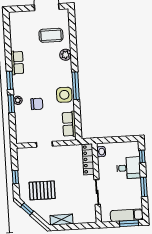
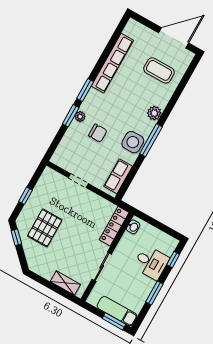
plant: (66, 55) -> (154, 113), moved
row of seats: (17, 63) -> (112, 63), width x2.02
pallet: (42, 190) -> (45, 228), turned 90
shelving: (61, 220) -> (65, 283), moved

